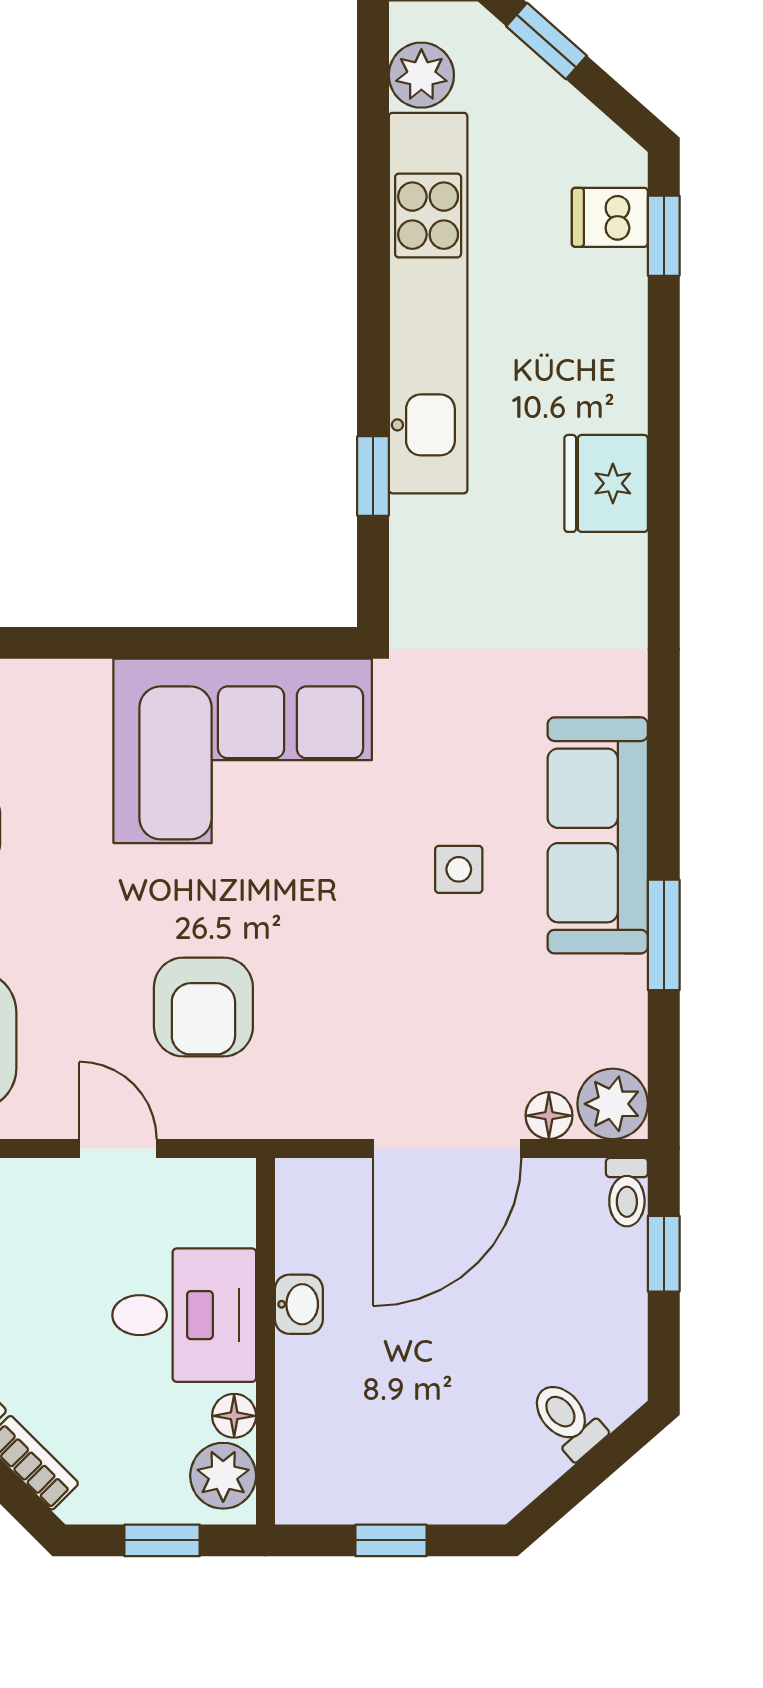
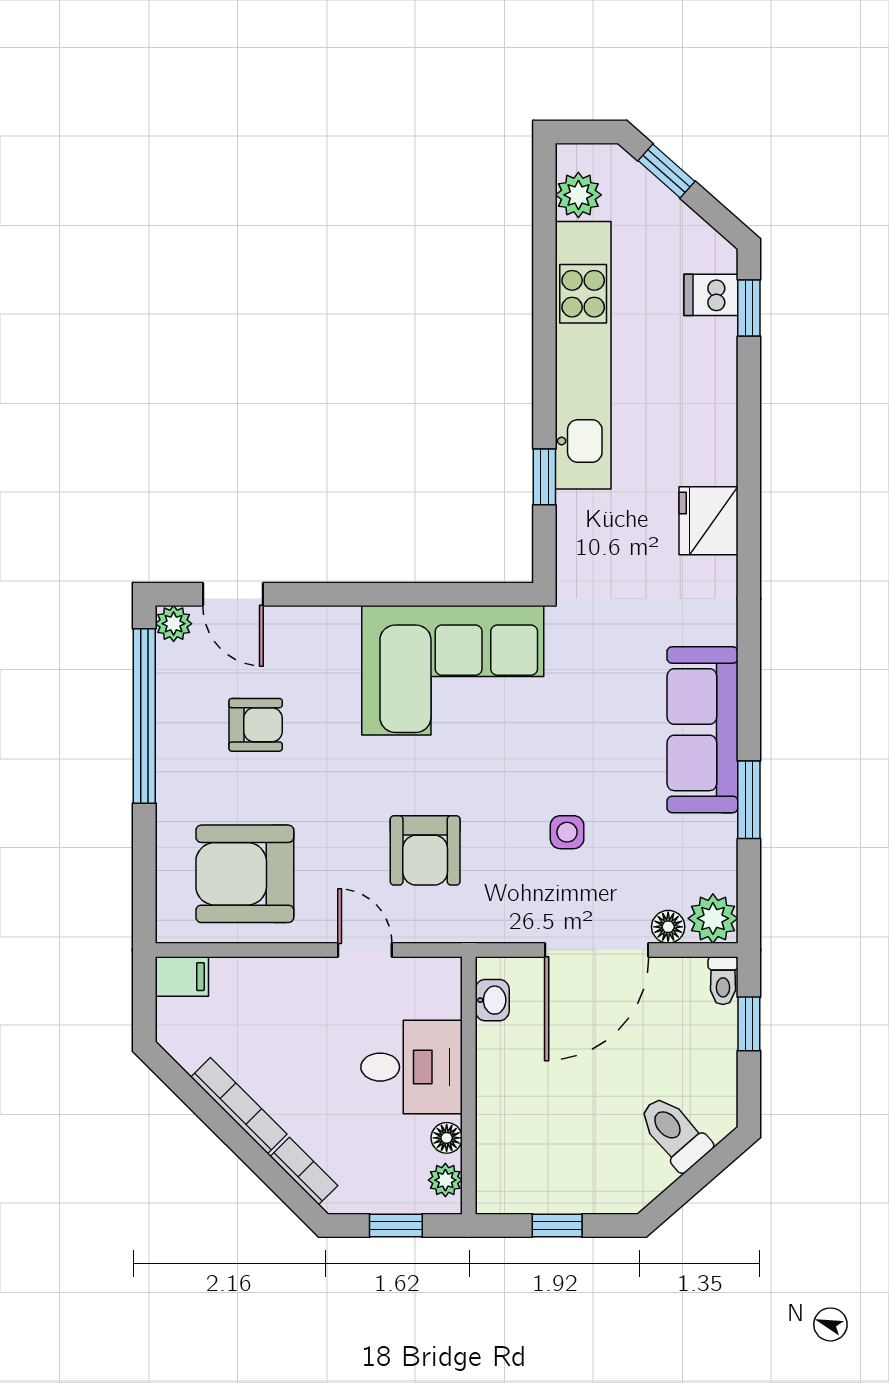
fridge: (606, 483) -> (708, 521), moved
side table: (459, 869) -> (567, 832), moved
washbasin: (299, 1304) -> (492, 1000), moved
toilet: (567, 1420) -> (674, 1133), width x1.37, depth x1.39
plant: (223, 1476) -> (445, 1180), width x0.73, depth x0.73

